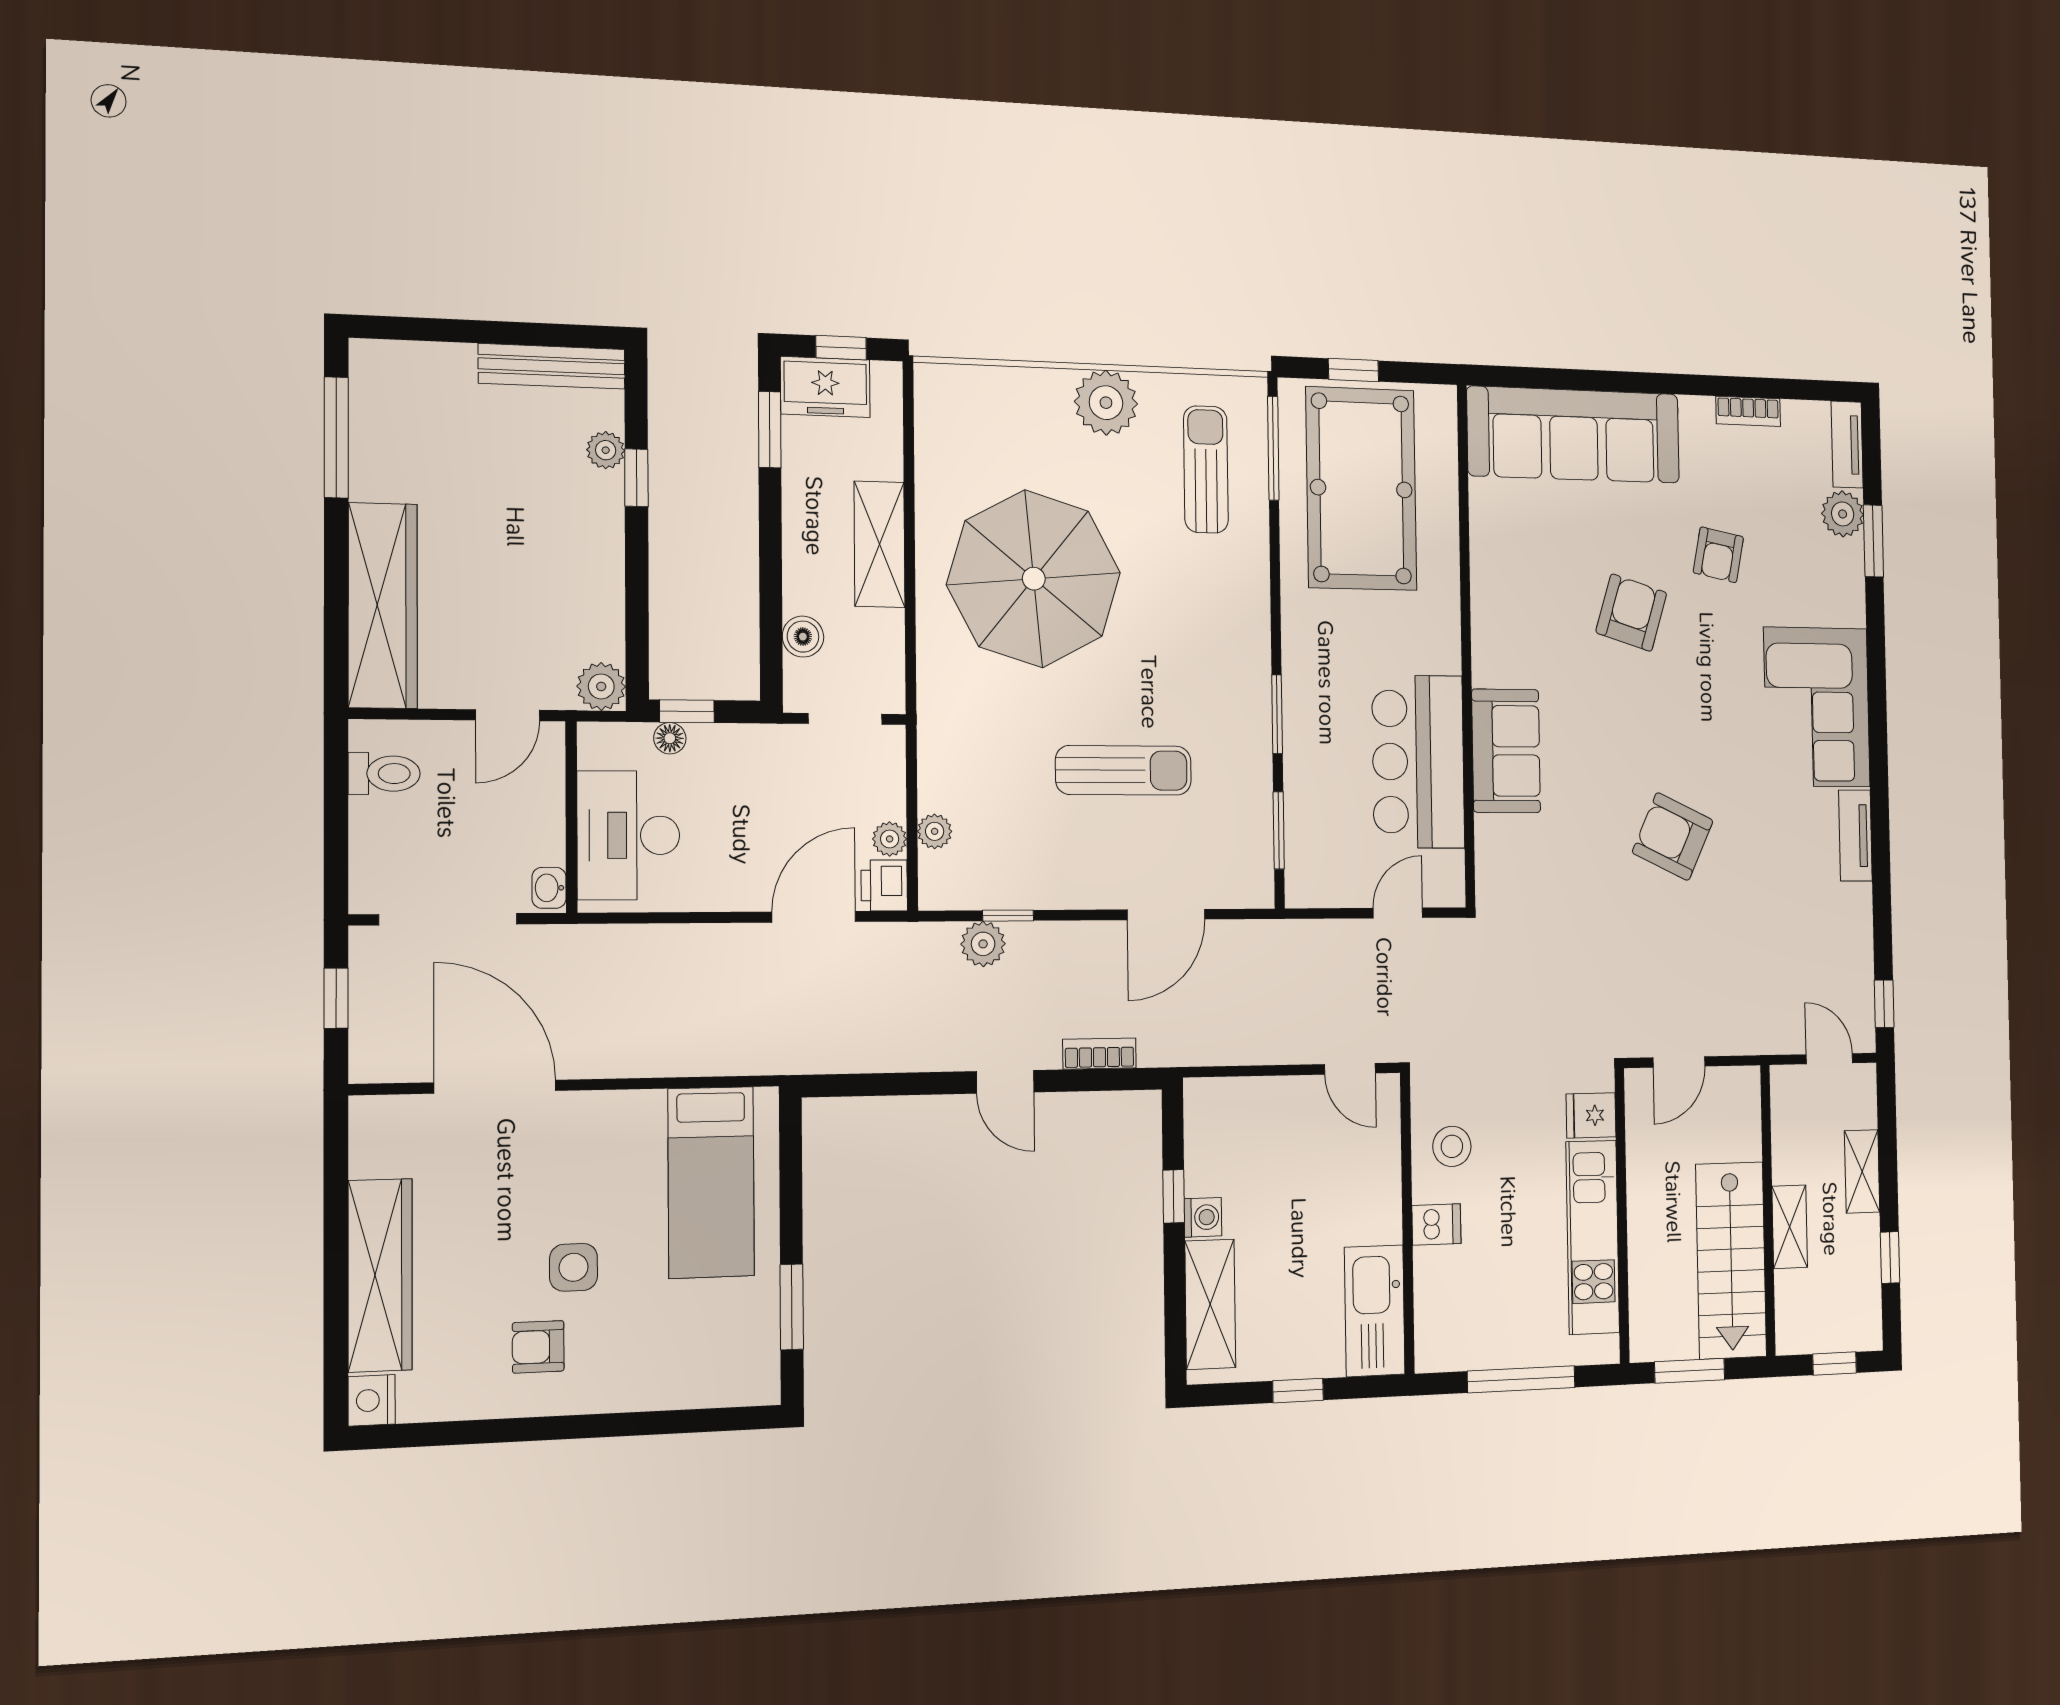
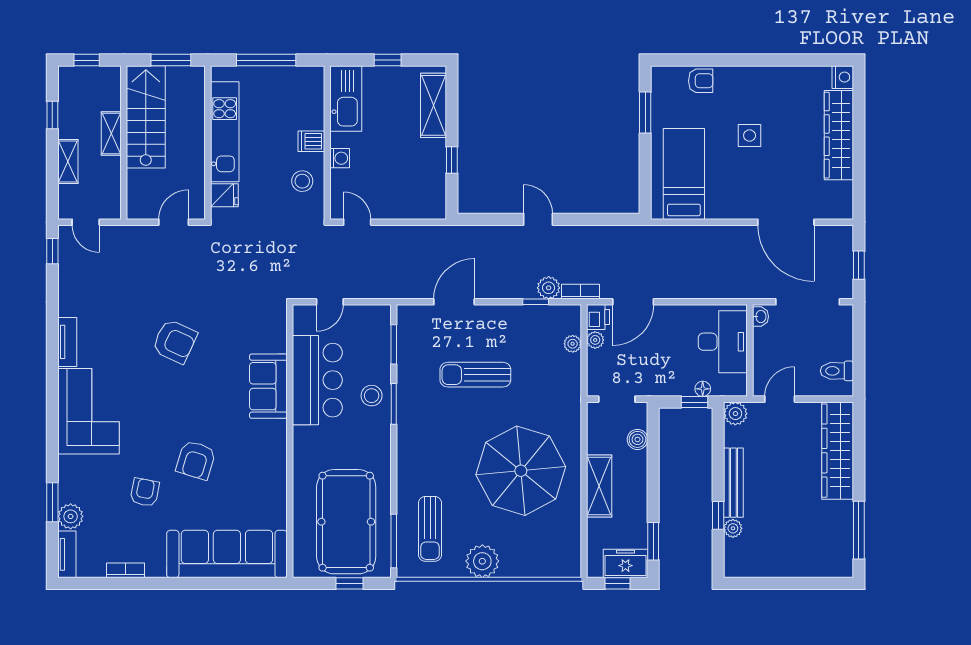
bench: (552, 366) -> (733, 483), moved, turned 90
stool: (1318, 731) -> (372, 396), added
bookcase: (1099, 1054) -> (581, 292), moved, turned 180
washing machine: (1203, 1217) -> (340, 158), moved, turned 180
armchair: (538, 1347) -> (701, 81), moved

